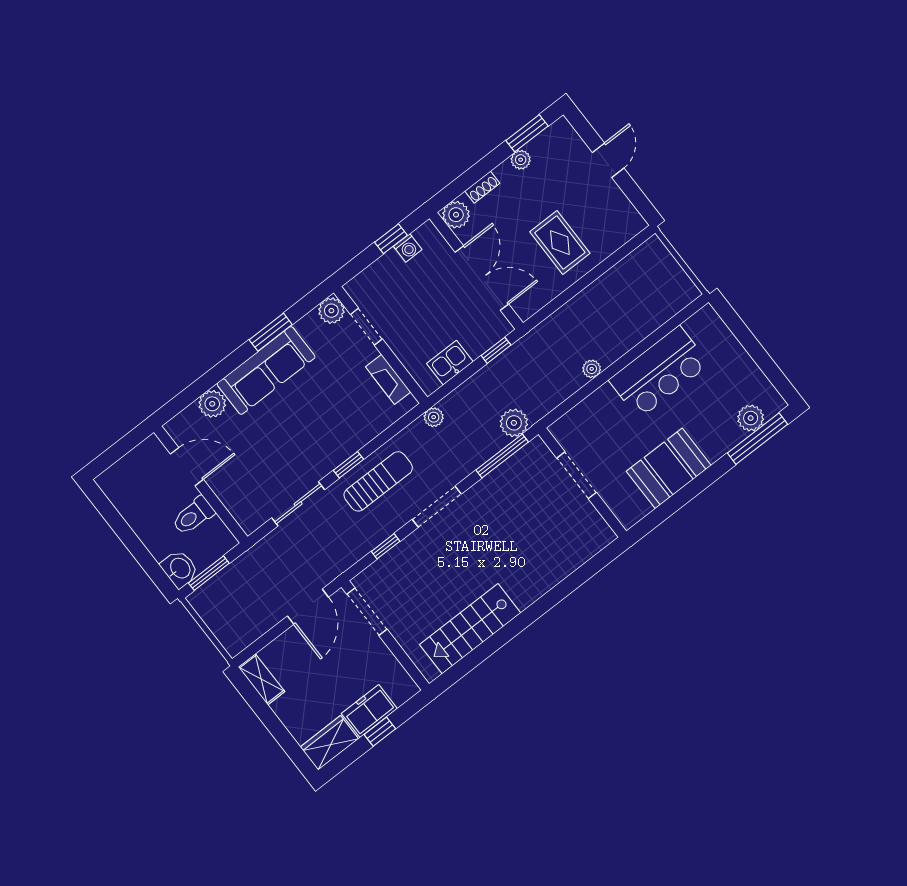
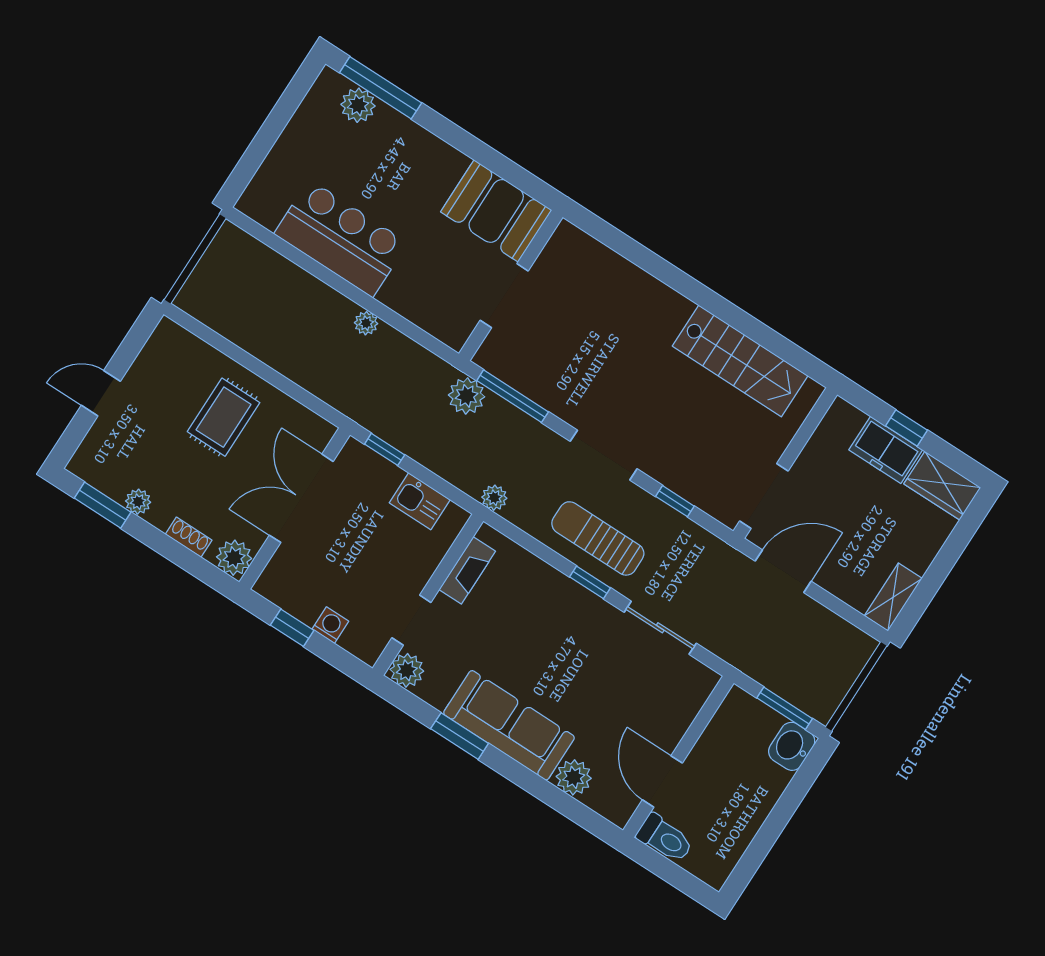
washing machine: (408, 248) -> (330, 625), moved
booth: (669, 468) -> (496, 211), moved
toilet: (193, 516) -> (665, 838), moved

